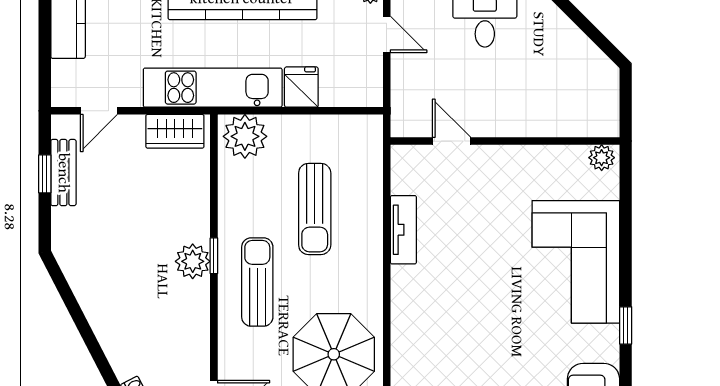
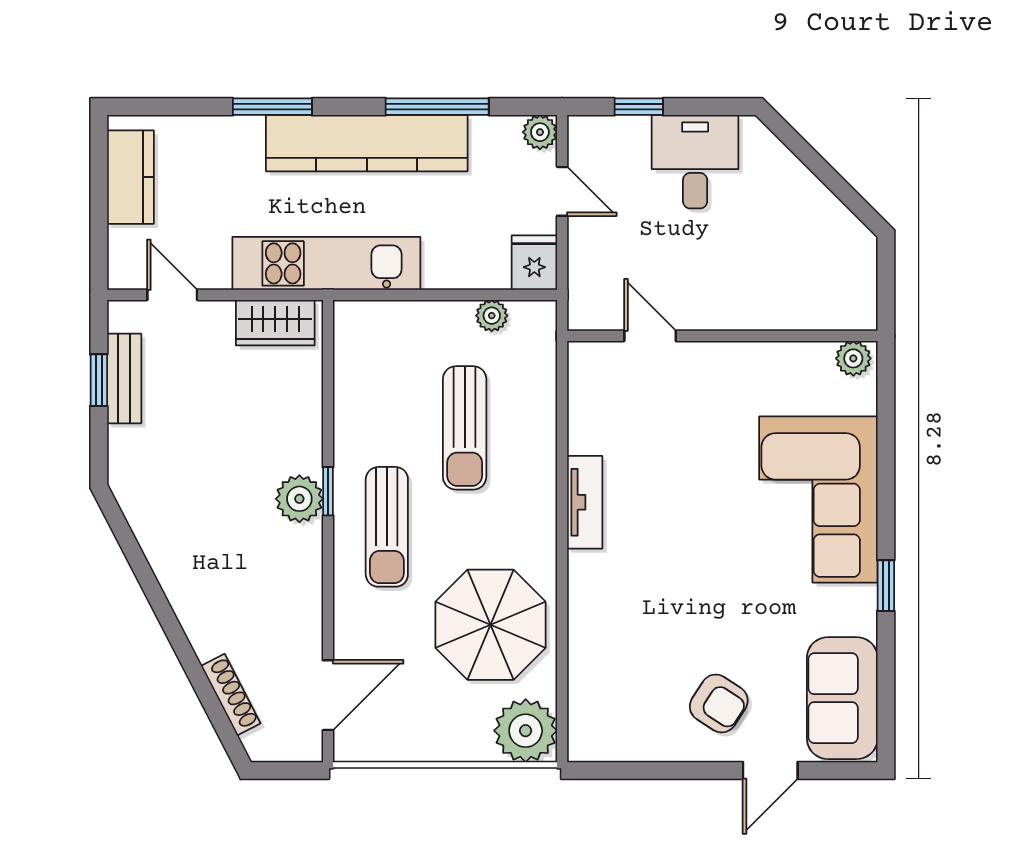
fridge: (301, 87) -> (534, 263), moved
door: (99, 111) -> (172, 295), swing flipped
plant: (245, 136) -> (492, 316), moved, width x0.53, depth x0.53
tv unit: (403, 230) -> (585, 502), moved
sun lounger: (257, 282) -> (387, 527), turned 180

